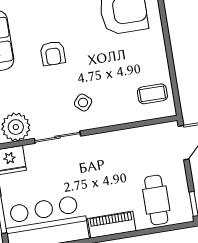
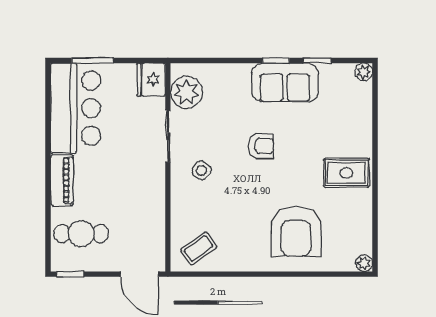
armchair: (53, 53) -> (261, 146), turned 180
coffee table: (152, 94) -> (199, 248), turned 55

